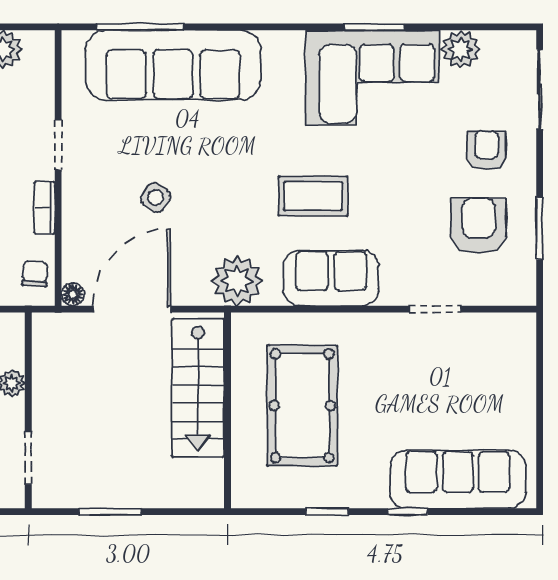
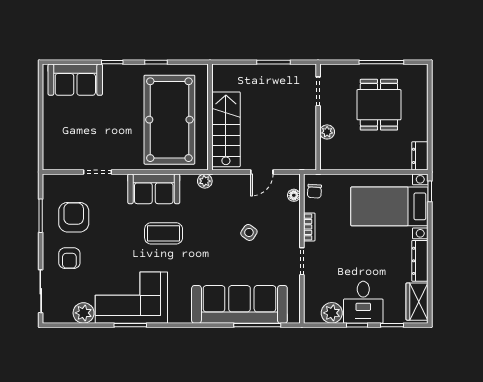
armchair: (479, 226) -> (74, 217), turned 180
plant: (237, 281) -> (205, 181), width x0.53, depth x0.53
floor lamp: (73, 294) -> (294, 195), moved
door: (132, 309) -> (262, 172), width x0.53
pool table: (302, 406) -> (169, 120), width x1.36, depth x1.32
sofa: (458, 479) -> (75, 80), width x0.73

